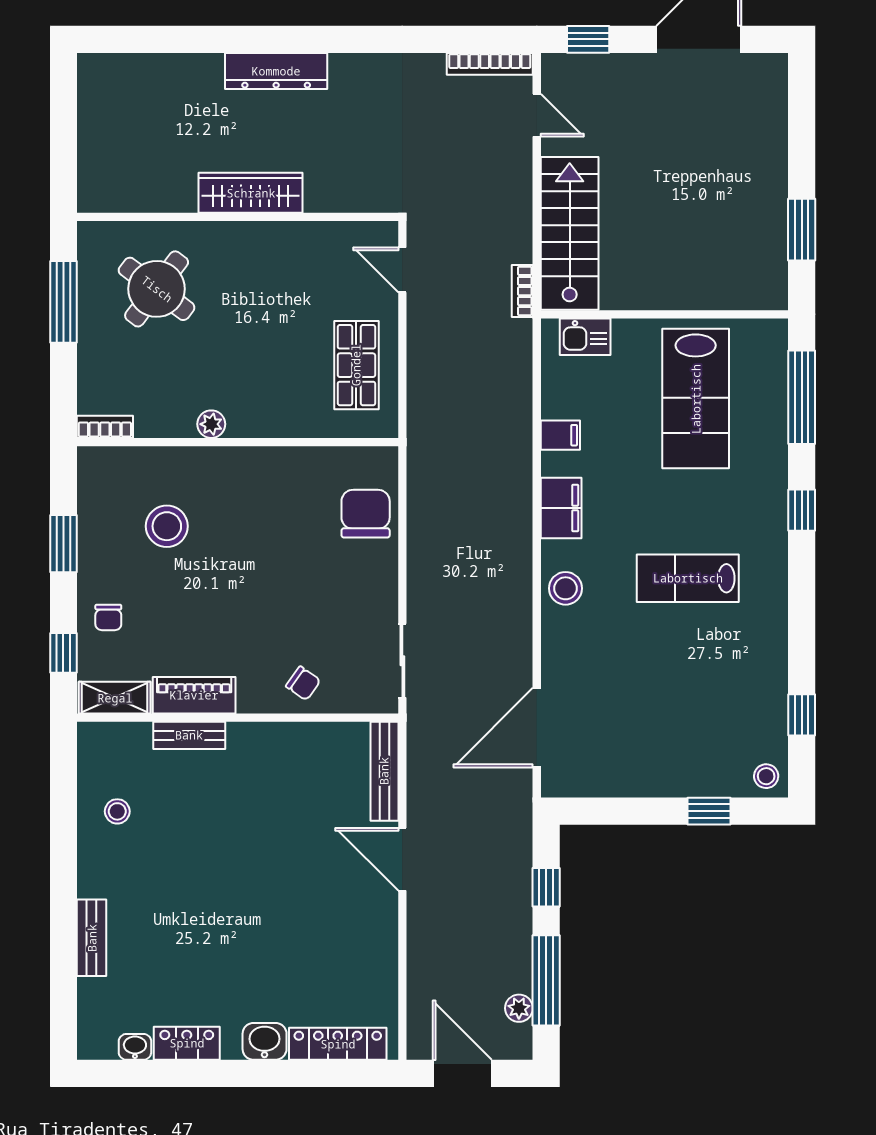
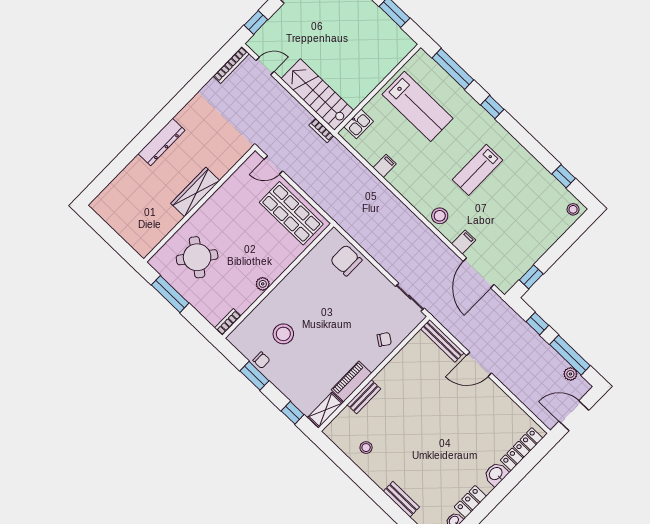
shop shelf: (356, 365) -> (291, 213), width x1.43, depth x1.36
filing cabinet: (561, 508) -> (464, 242), moved, width x0.50
chair: (108, 617) -> (261, 360), moved
window: (709, 811) -> (531, 277), moved

